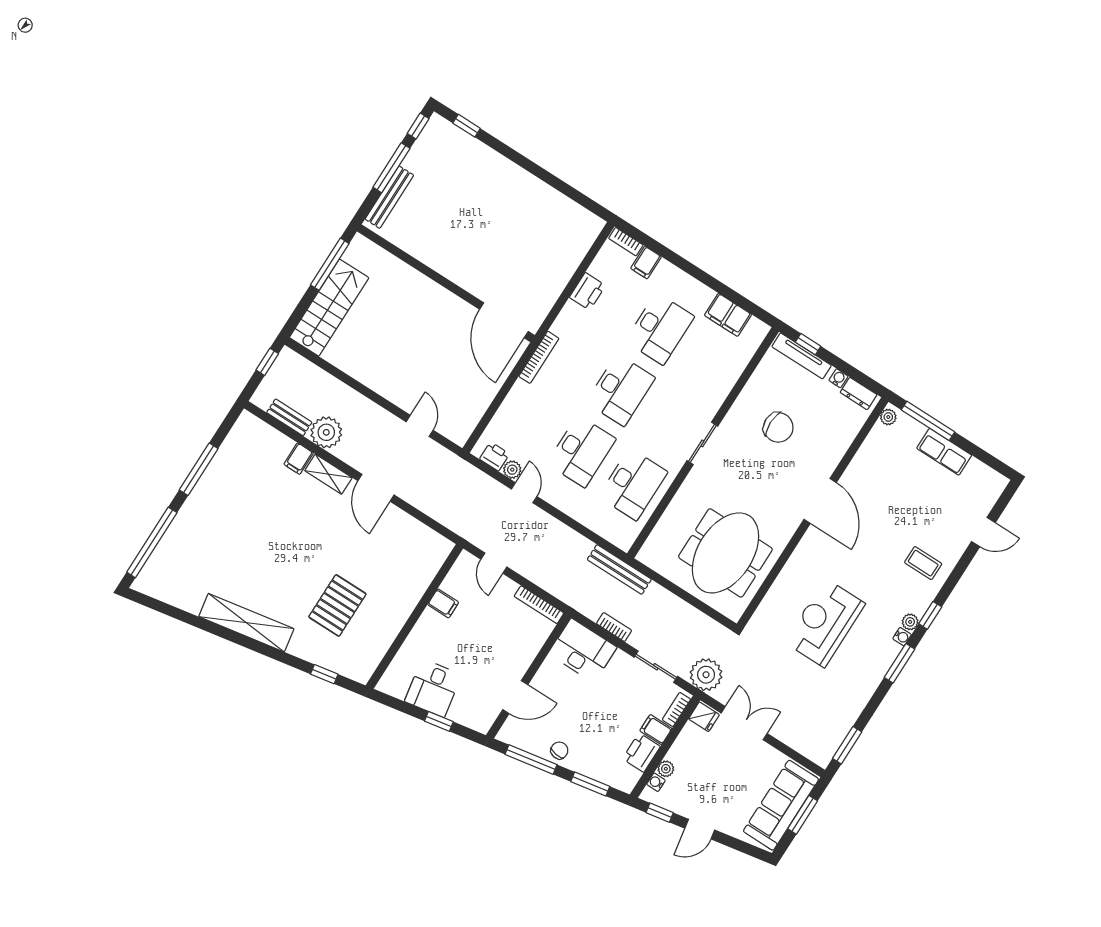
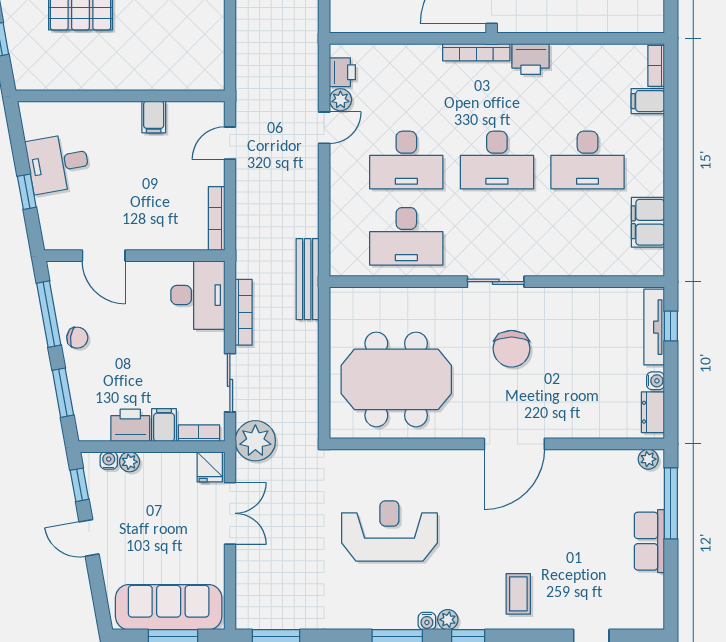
printer: (587, 291) -> (531, 59), moved
chair: (778, 427) -> (512, 349), moved
bookcase: (614, 627) -> (244, 312), width x1.56

